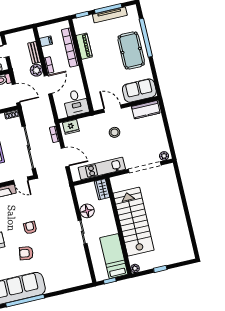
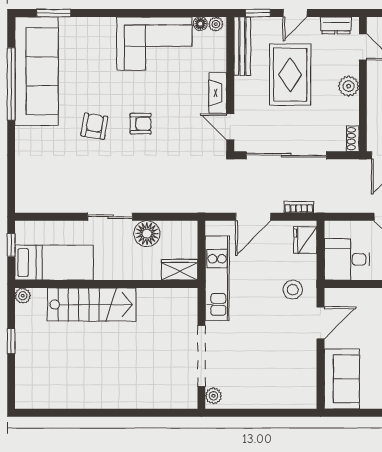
kitchen counter: (146, 110) -> (305, 382), removed
stool: (115, 132) -> (293, 290), moved
door: (21, 180) -> (230, 127), hinge flipped
stairs: (134, 222) -> (92, 305), width x0.73, depth x0.66
armchair: (26, 253) -> (94, 126), moved

